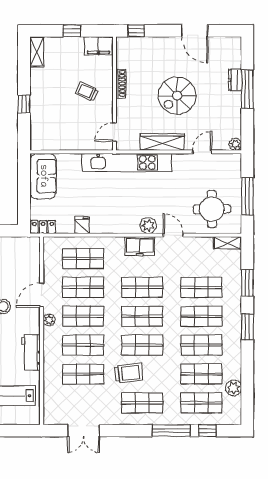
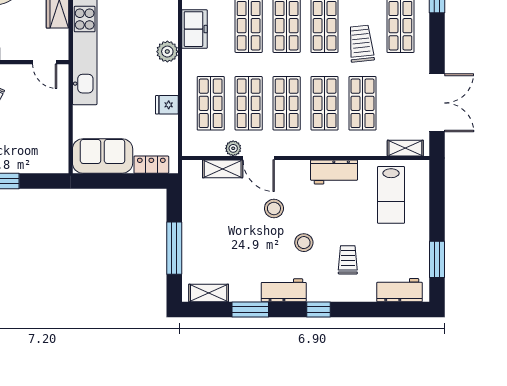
plant: (148, 225) -> (167, 52), moved
locker: (43, 227) -> (151, 165), moved, turned 90
shelving: (33, 268) -> (223, 169), added
plant: (49, 320) -> (233, 148), moved
shelving: (49, 407) -> (405, 148), added
double door: (84, 431) -> (437, 103), width x1.37

